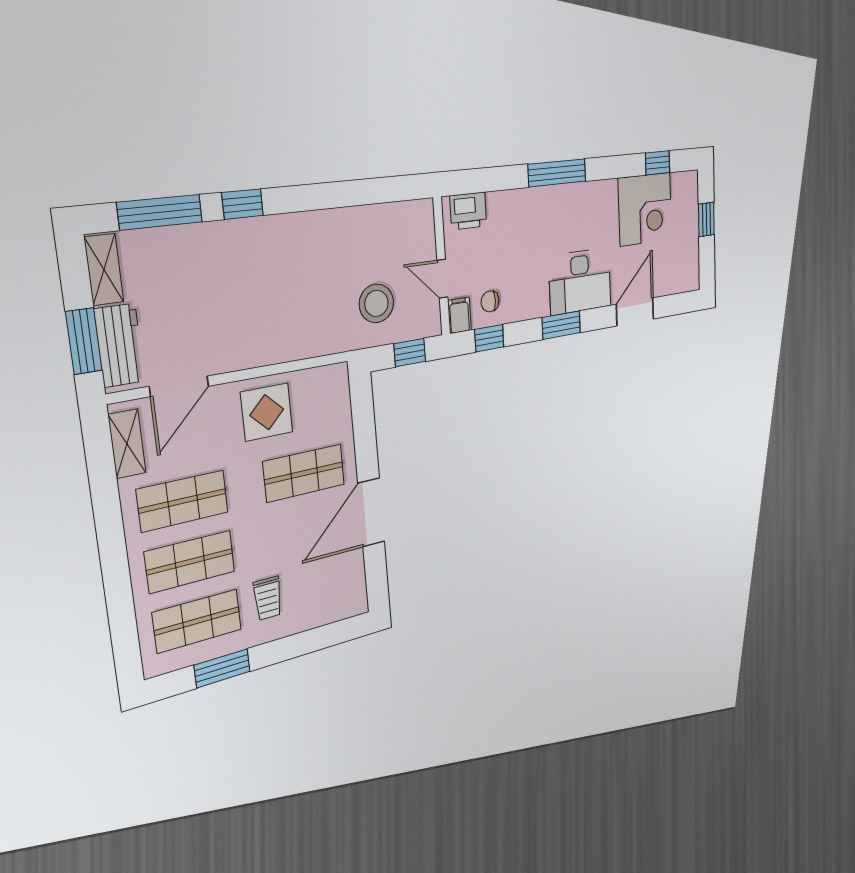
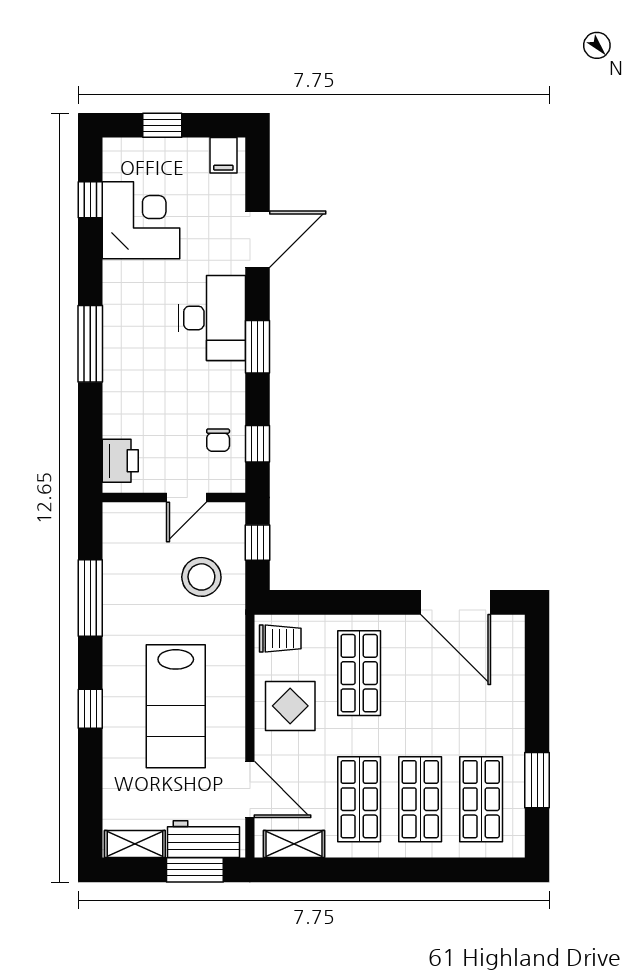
window: (160, 212) -> (90, 598), moved
lab bench: (254, 295) -> (176, 706), added
door: (635, 312) -> (257, 239), swing flipped
filing cabinet: (459, 315) -> (223, 155), moved, turned -90
door: (371, 512) -> (456, 602), moved
trolley: (268, 598) -> (280, 638), moved

